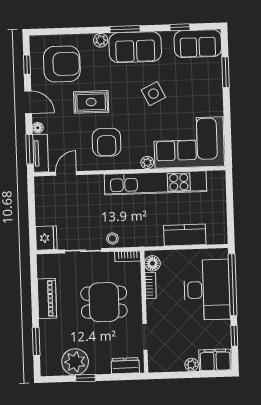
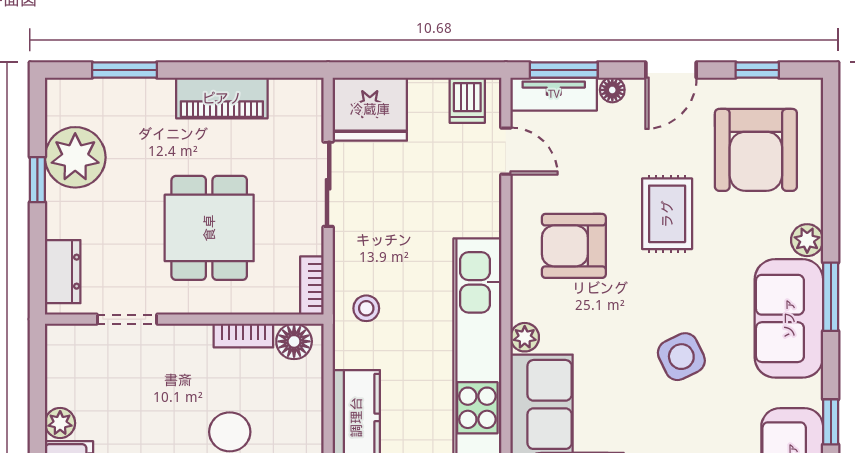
dishwasher: (44, 191) -> (467, 100), added
fridge: (46, 238) -> (370, 109), width x1.36, depth x1.34
stool: (112, 238) -> (366, 308), moved

